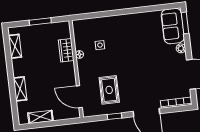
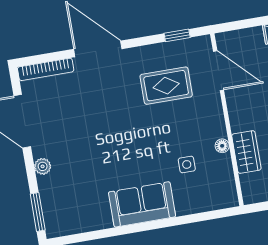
sofa: (173, 26) -> (142, 204), moved, turned -90
rug: (109, 90) -> (166, 86), turned 90
window: (115, 116) -> (177, 35), moved

